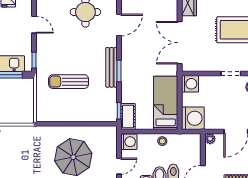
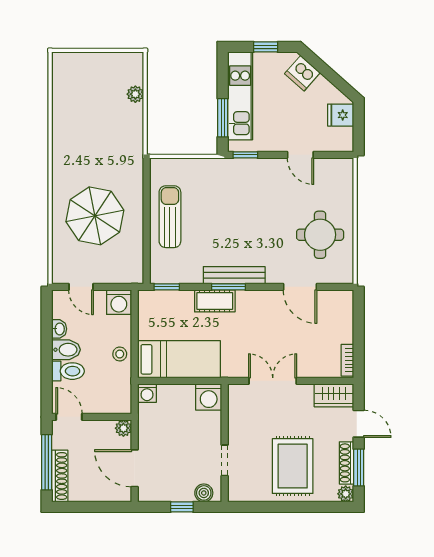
door: (34, 25) -> (300, 155), hinge flipped
double door: (180, 43) -> (273, 381), width x0.73
sun lounger: (69, 82) -> (170, 217), moved
cot: (128, 116) -> (215, 301), moved
washing machine: (193, 118) -> (147, 393), width x0.53, depth x0.53

